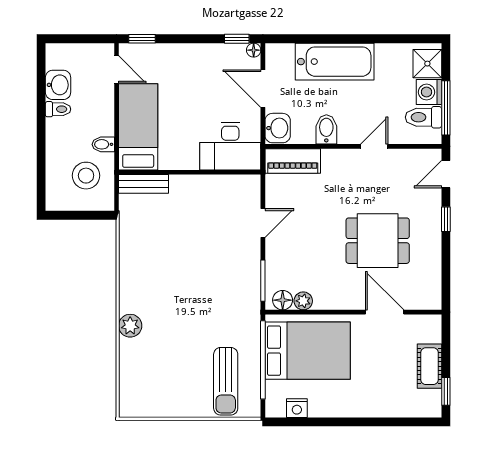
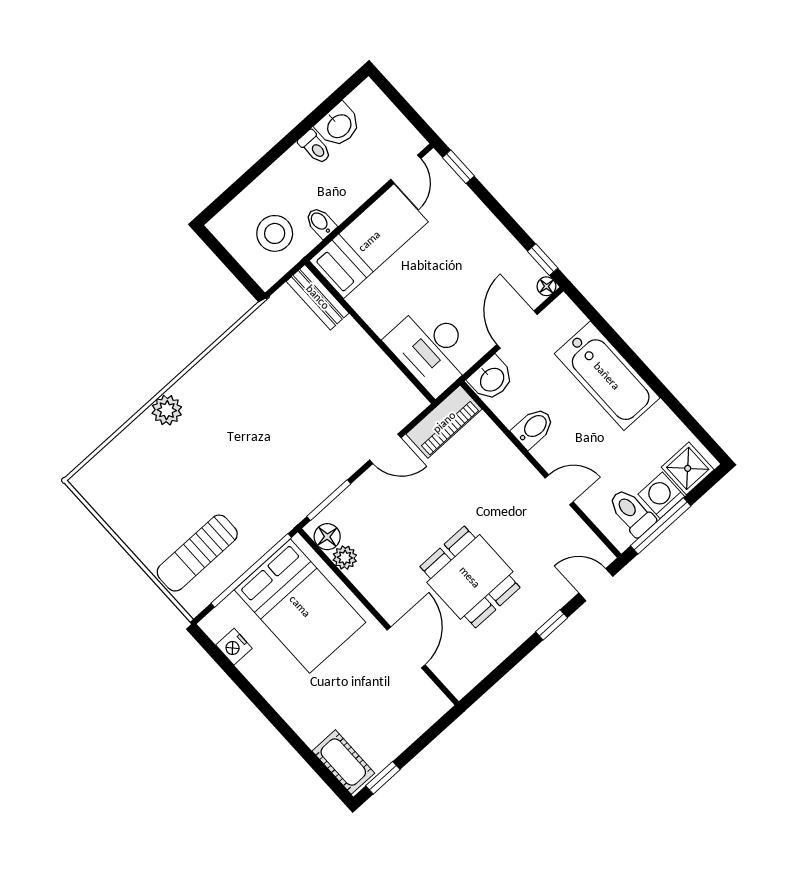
piano: (293, 161) -> (444, 422), moved, turned -90
cot: (430, 366) -> (343, 762), moved, turned 90

